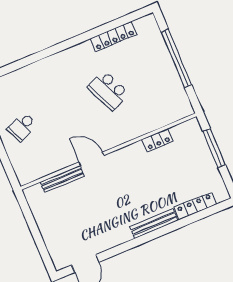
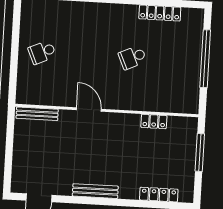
school desk: (108, 90) -> (132, 57), width x0.54
bench: (62, 179) -> (37, 114), moved
bench: (154, 224) -> (95, 191), moved

